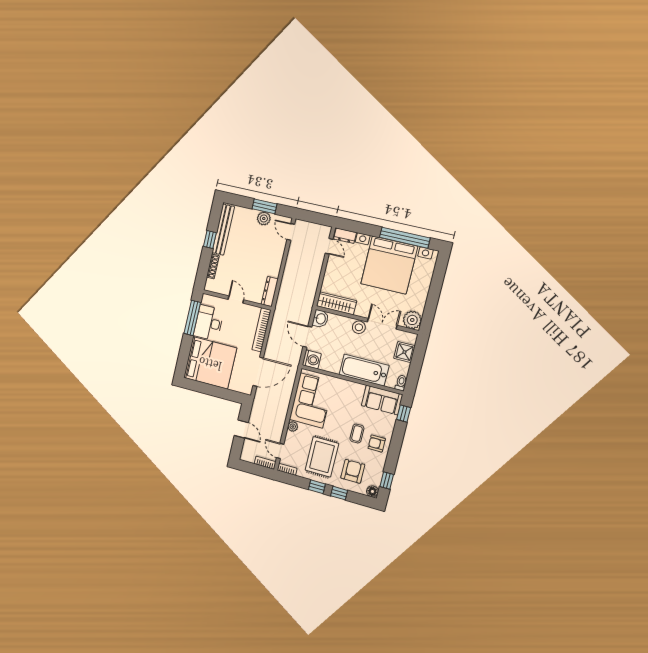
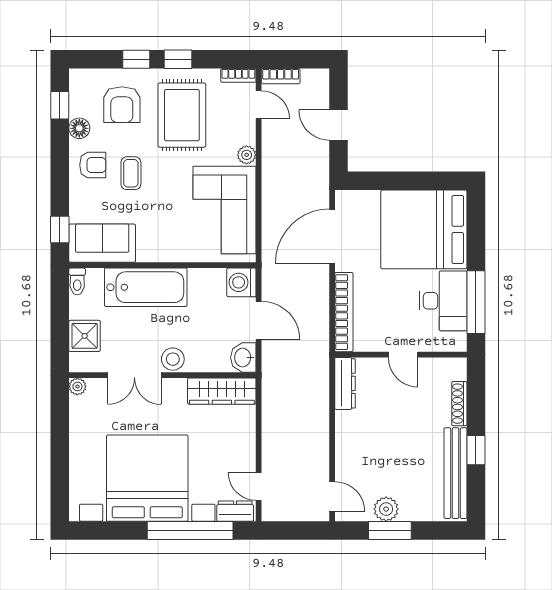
window: (405, 238) -> (190, 531), moved
plant: (412, 320) -> (77, 386), width x0.53, depth x0.53
floor lamp: (372, 491) -> (79, 128), moved

